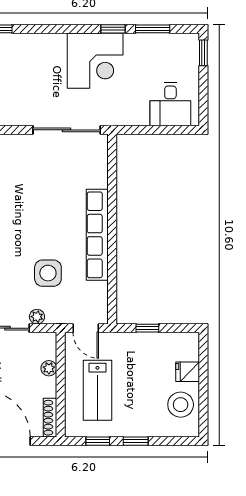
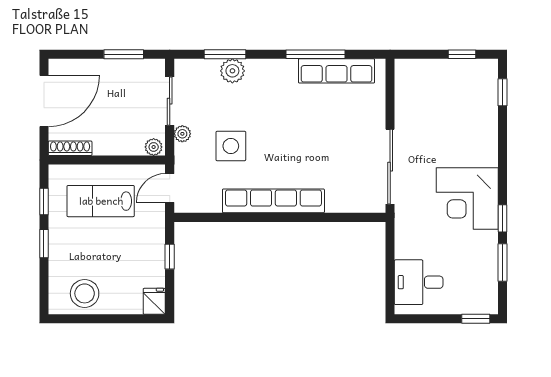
plant: (49, 368) -> (154, 147), moved
fridge: (188, 372) -> (154, 301), moved

